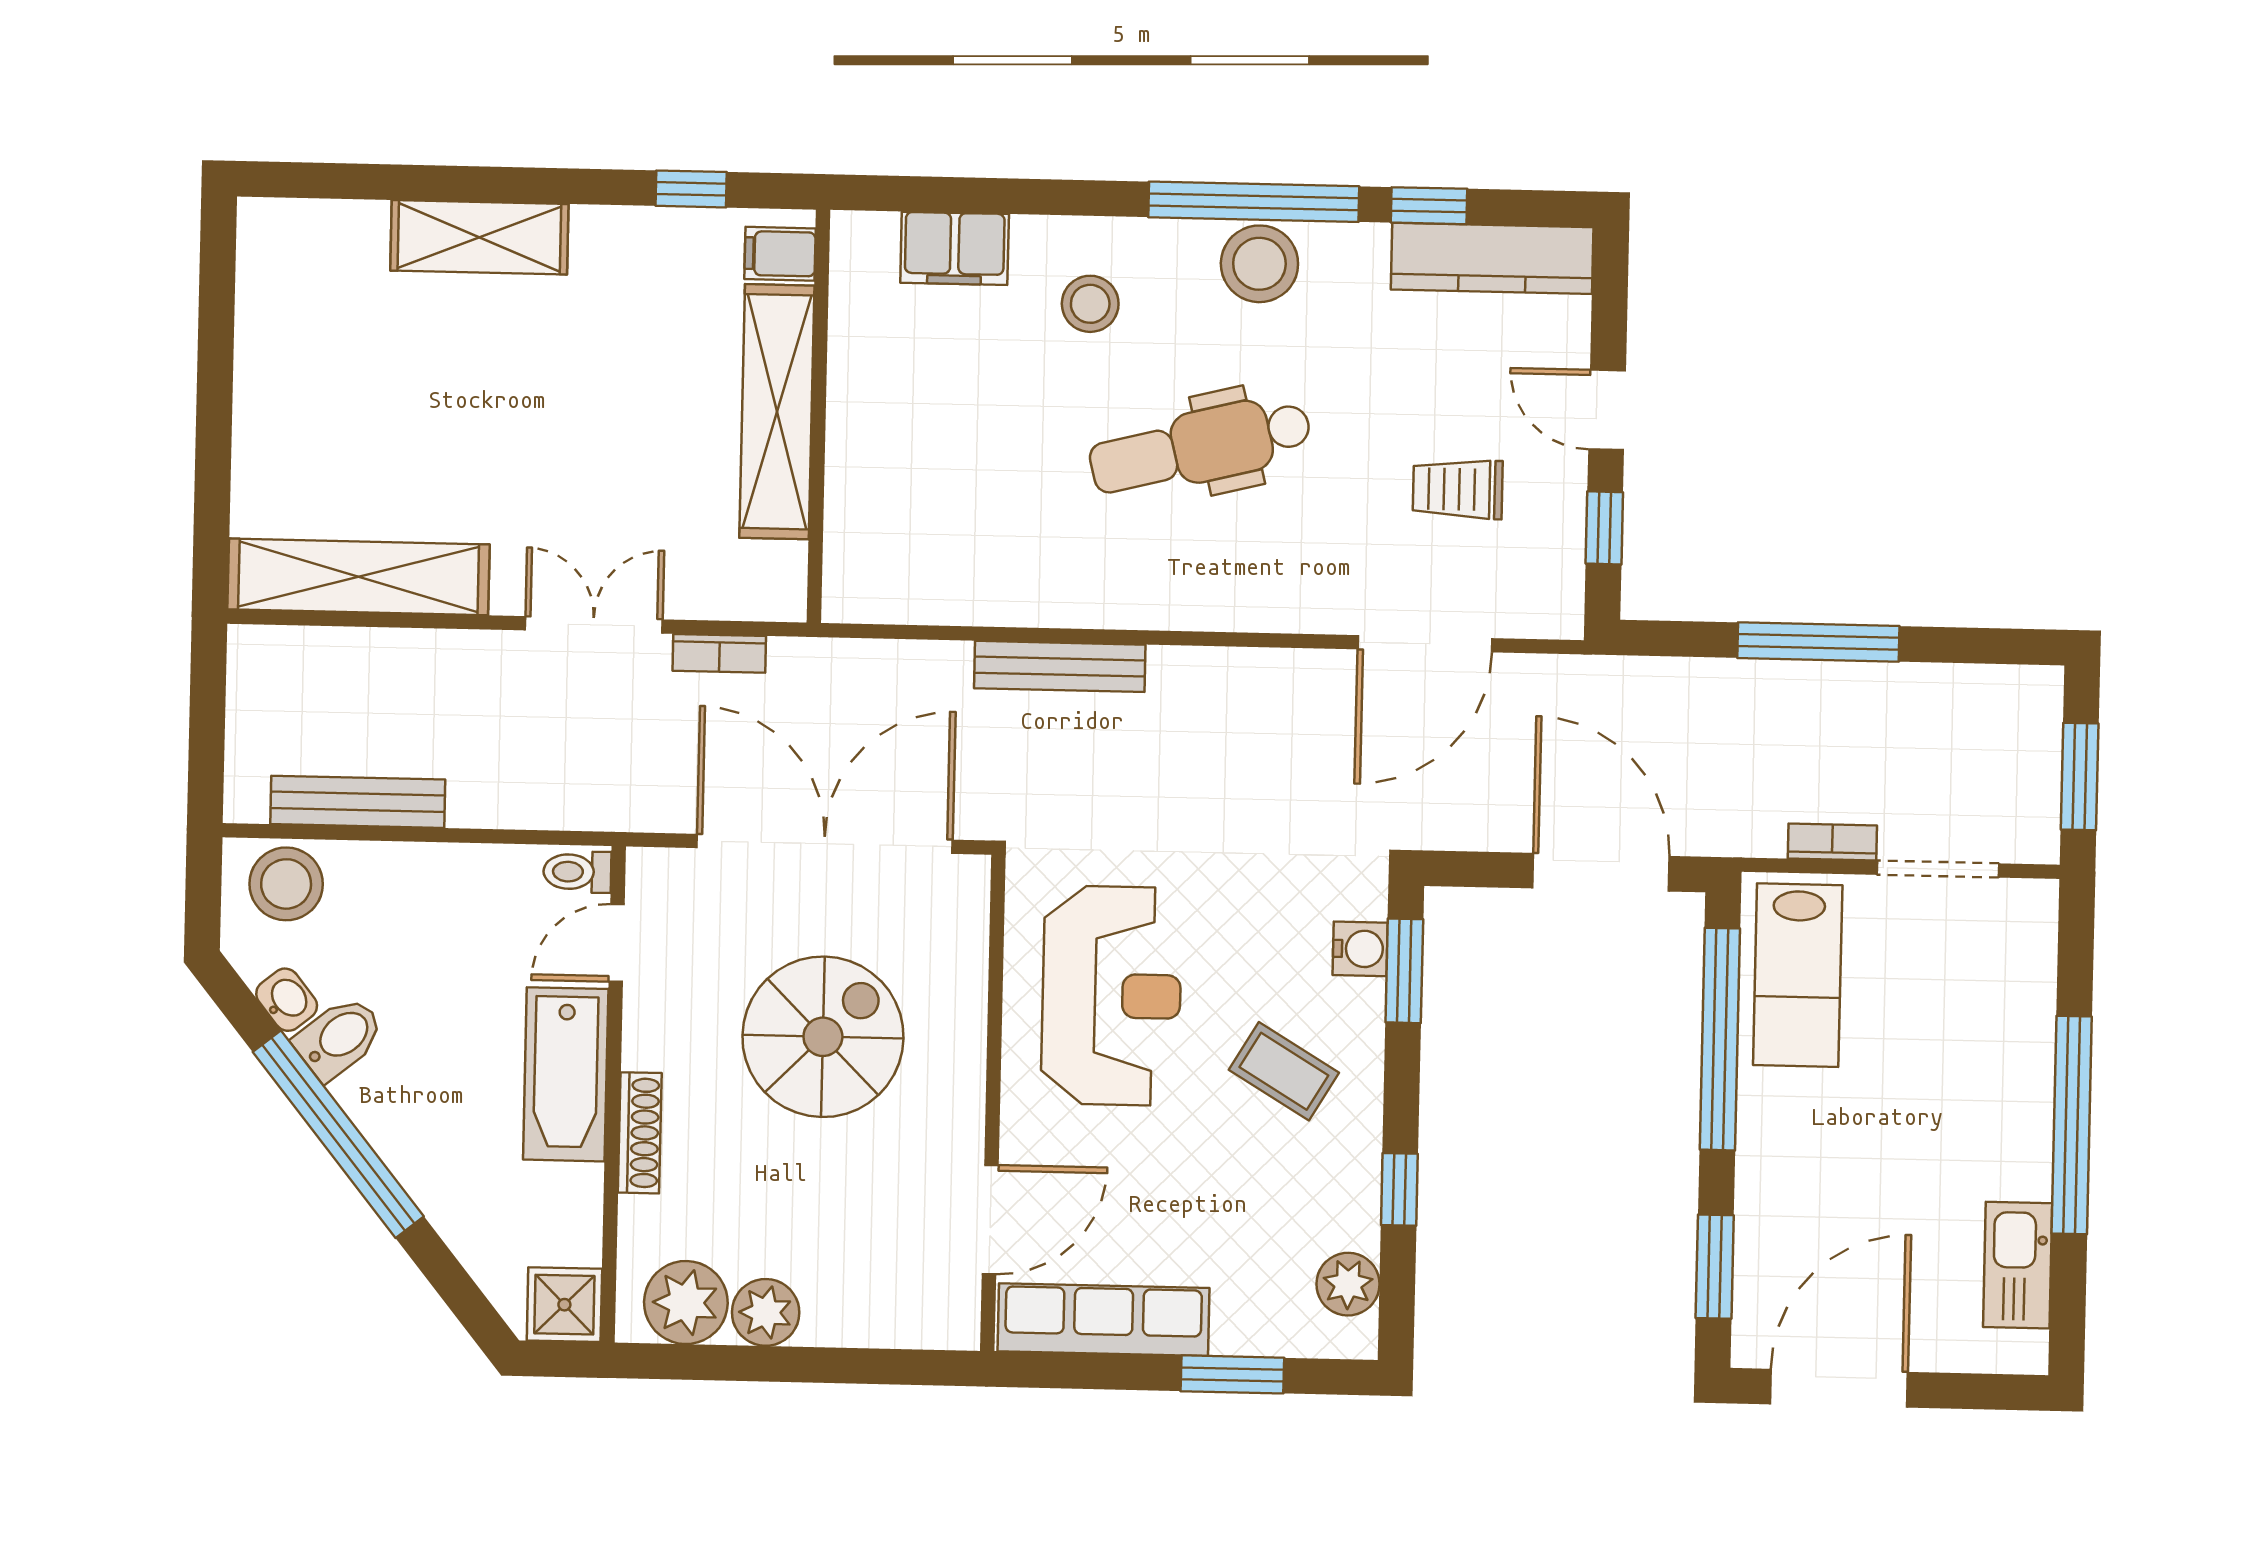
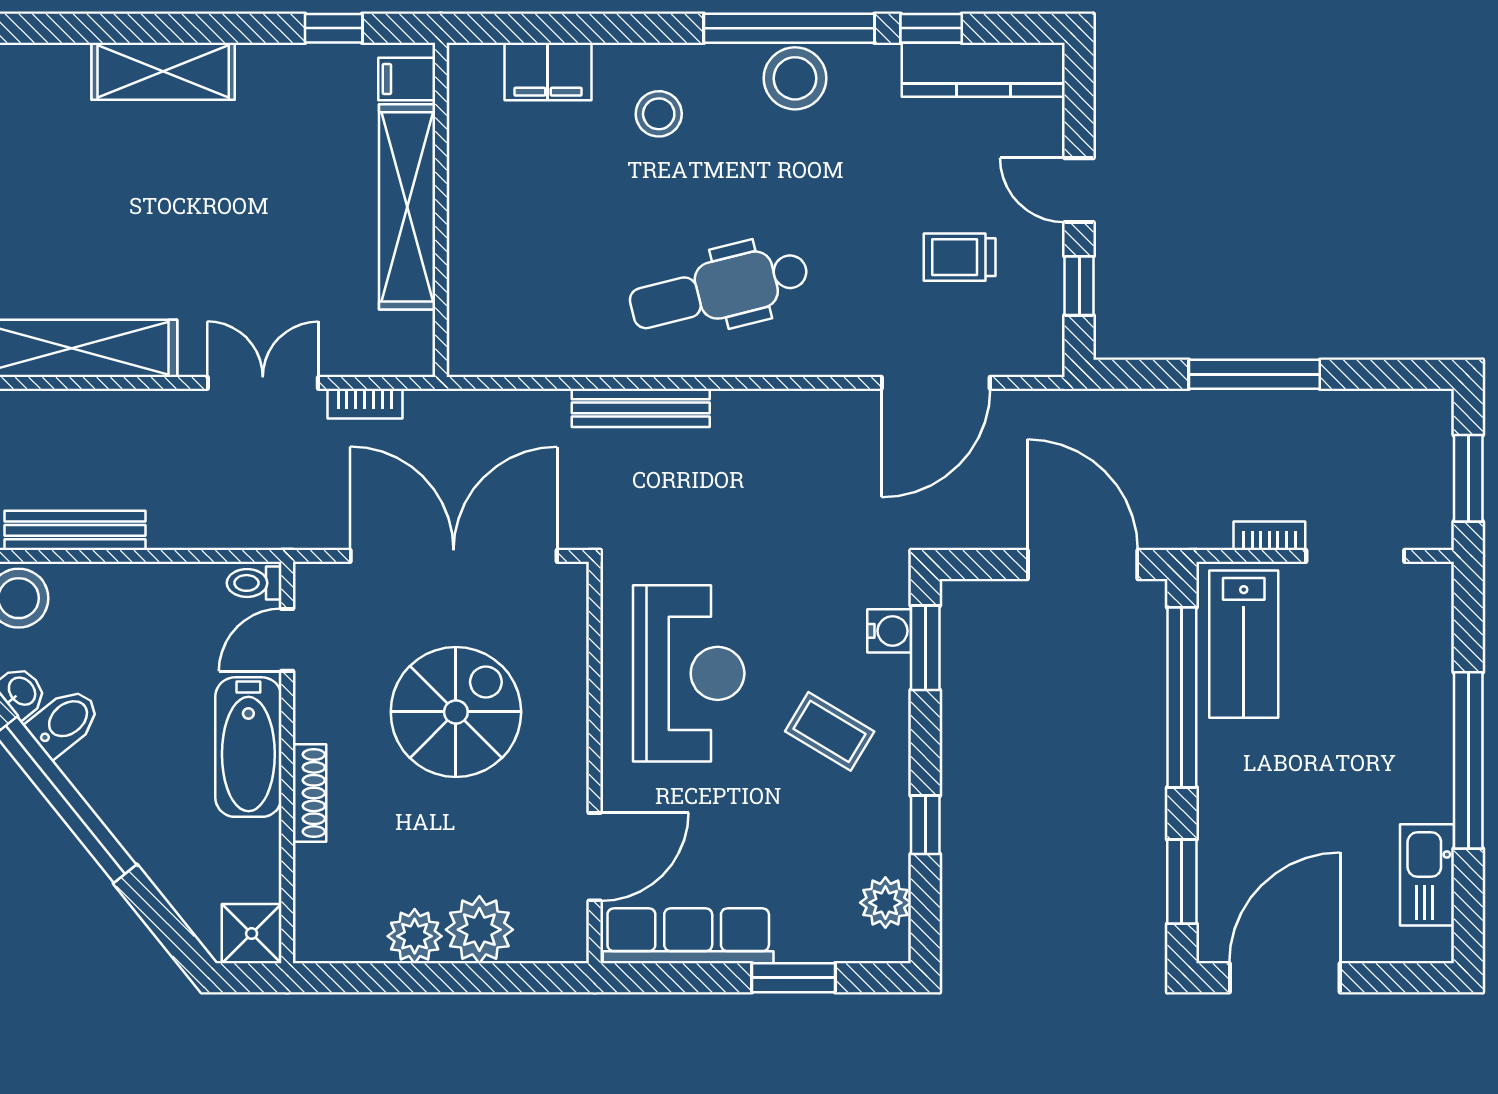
dental chair: (1200, 447) -> (719, 289), moved
plant: (686, 1303) -> (479, 930), moved

